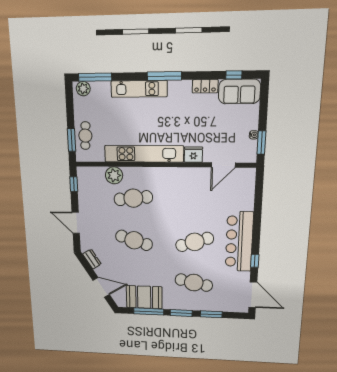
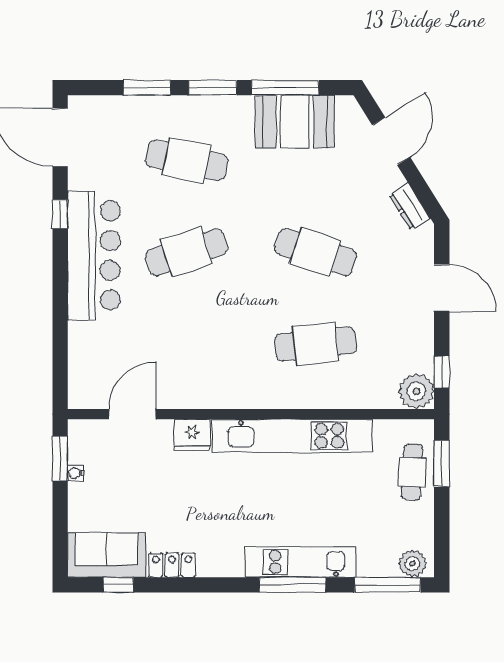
window: (164, 76) -> (293, 585), moved
plant: (114, 175) -> (416, 391), moved
door: (101, 287) -> (391, 141), swing flipped

